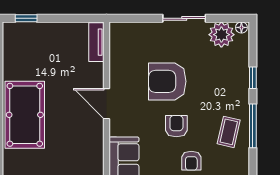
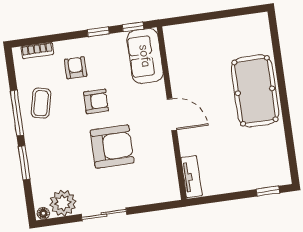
window: (253, 78) -> (24, 163), width x1.50
armchair: (176, 126) -> (96, 101), turned -90

